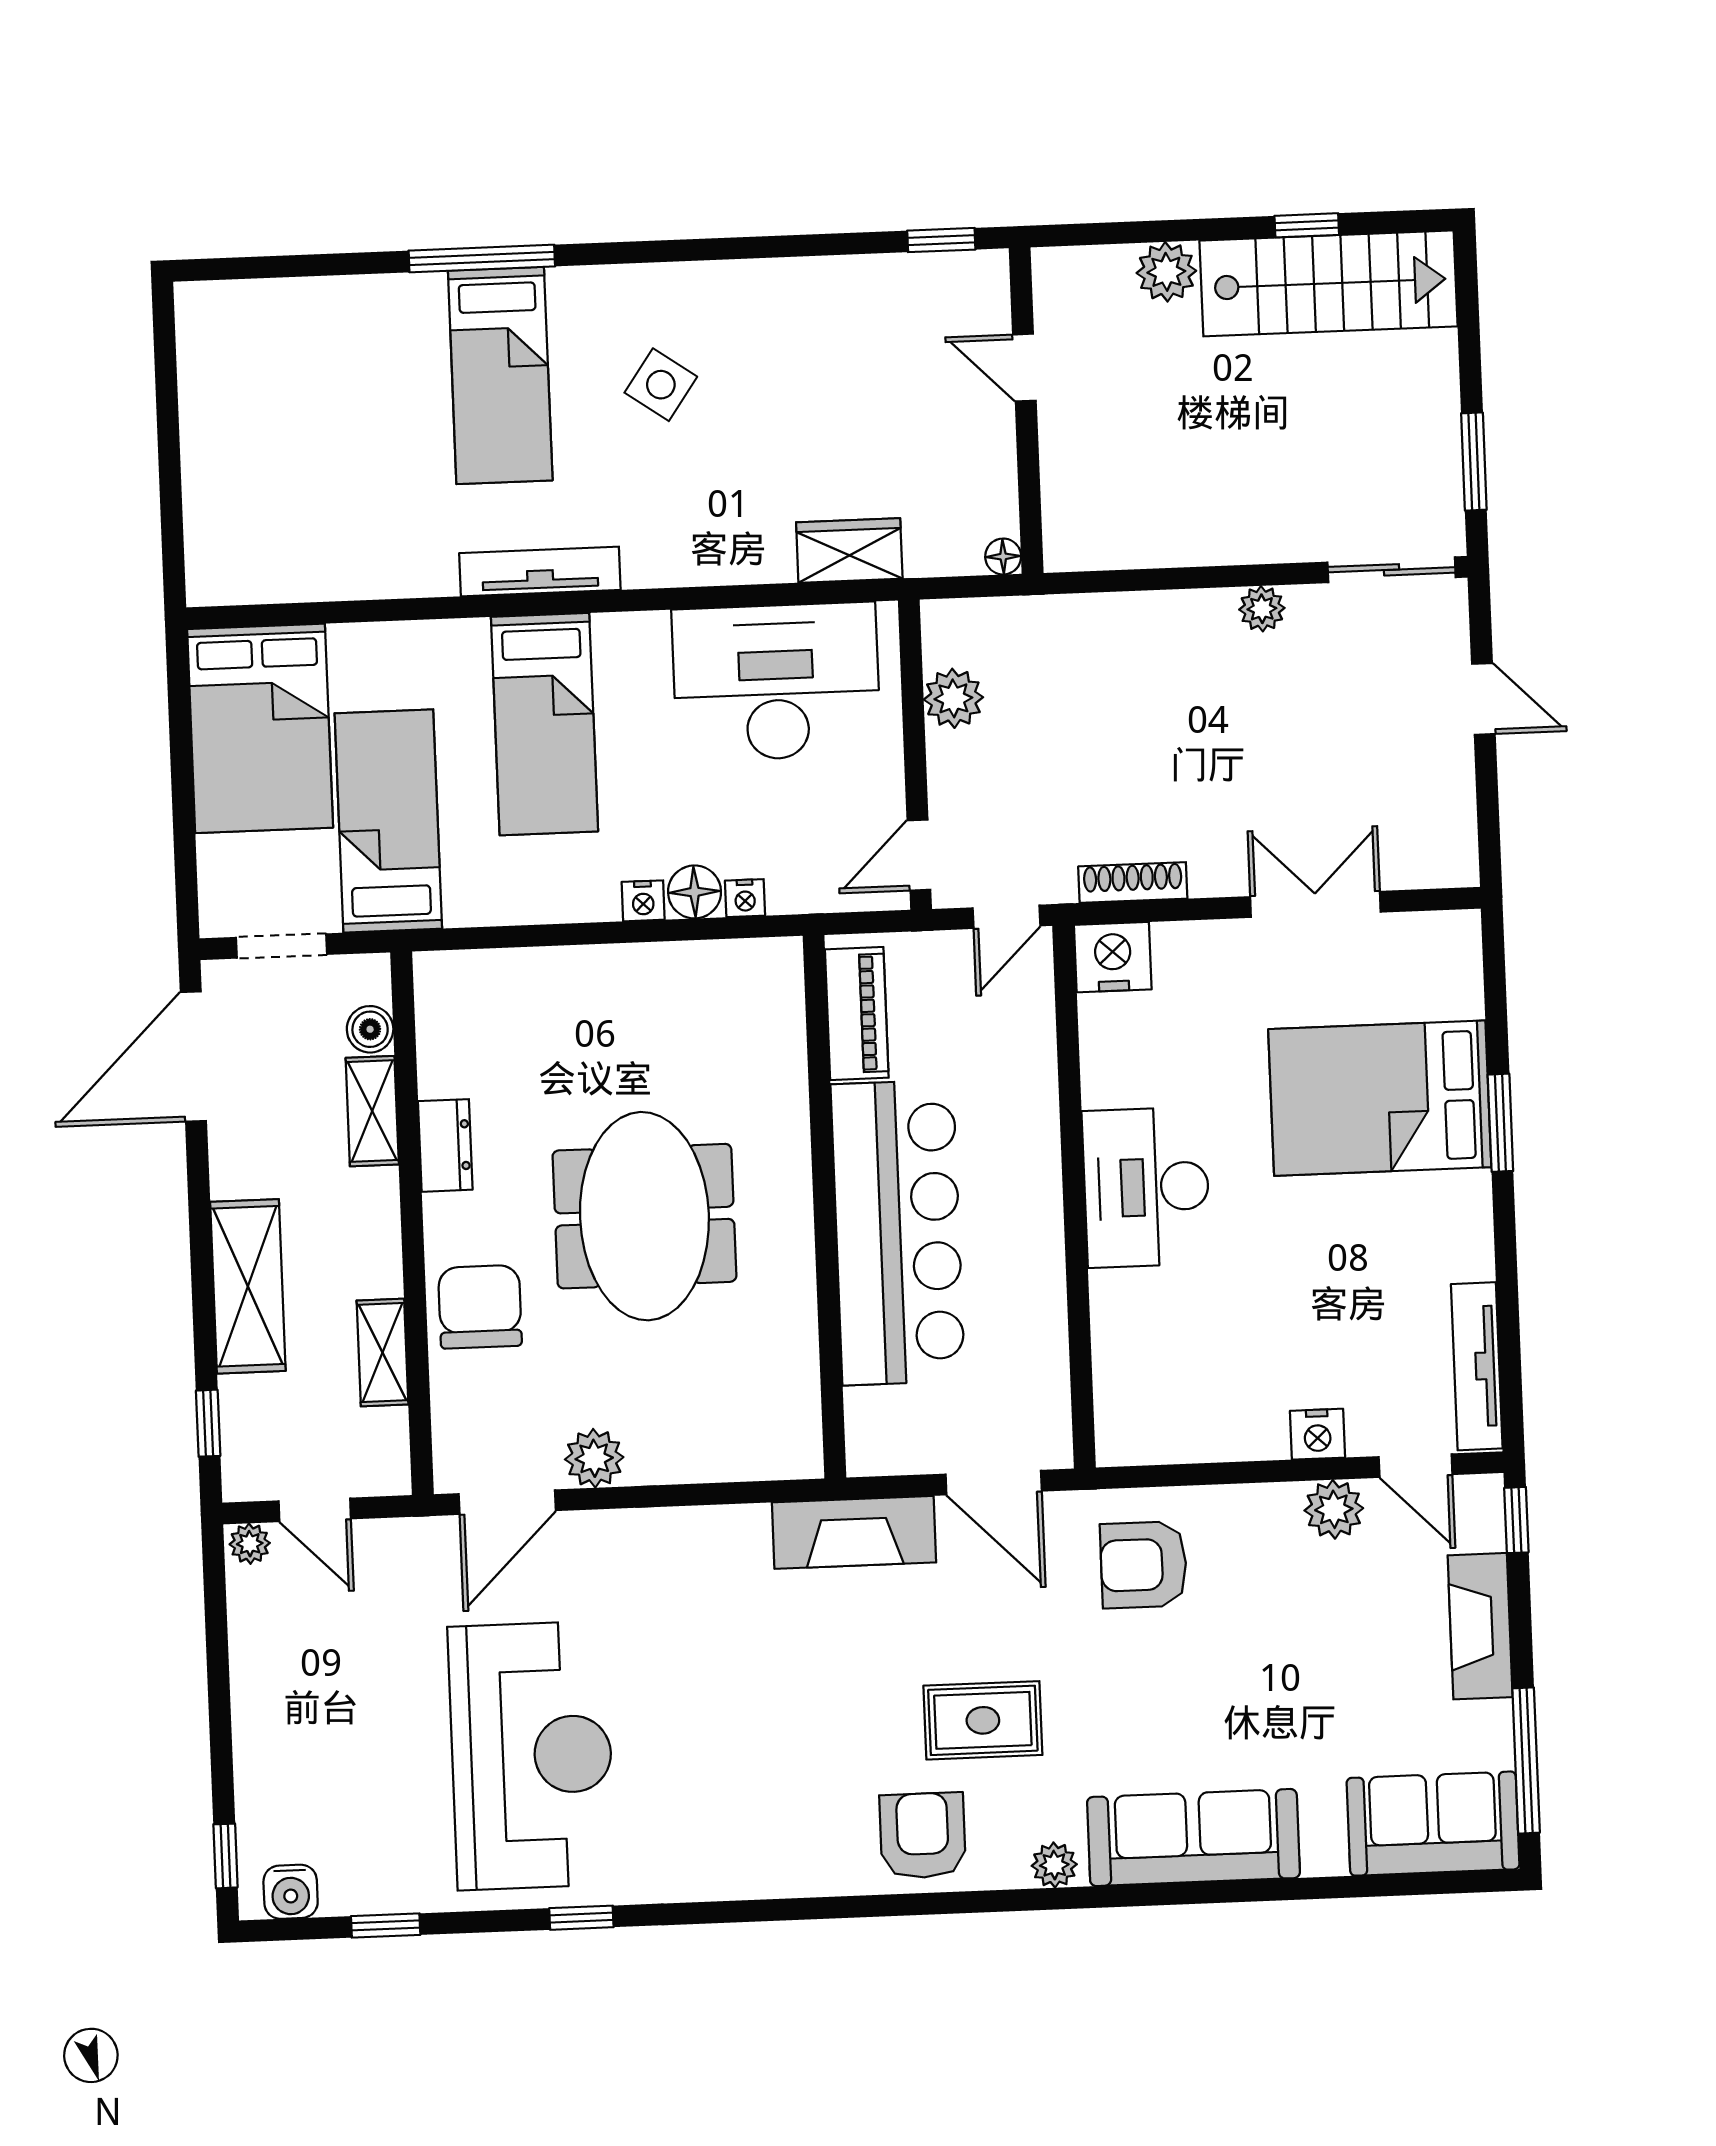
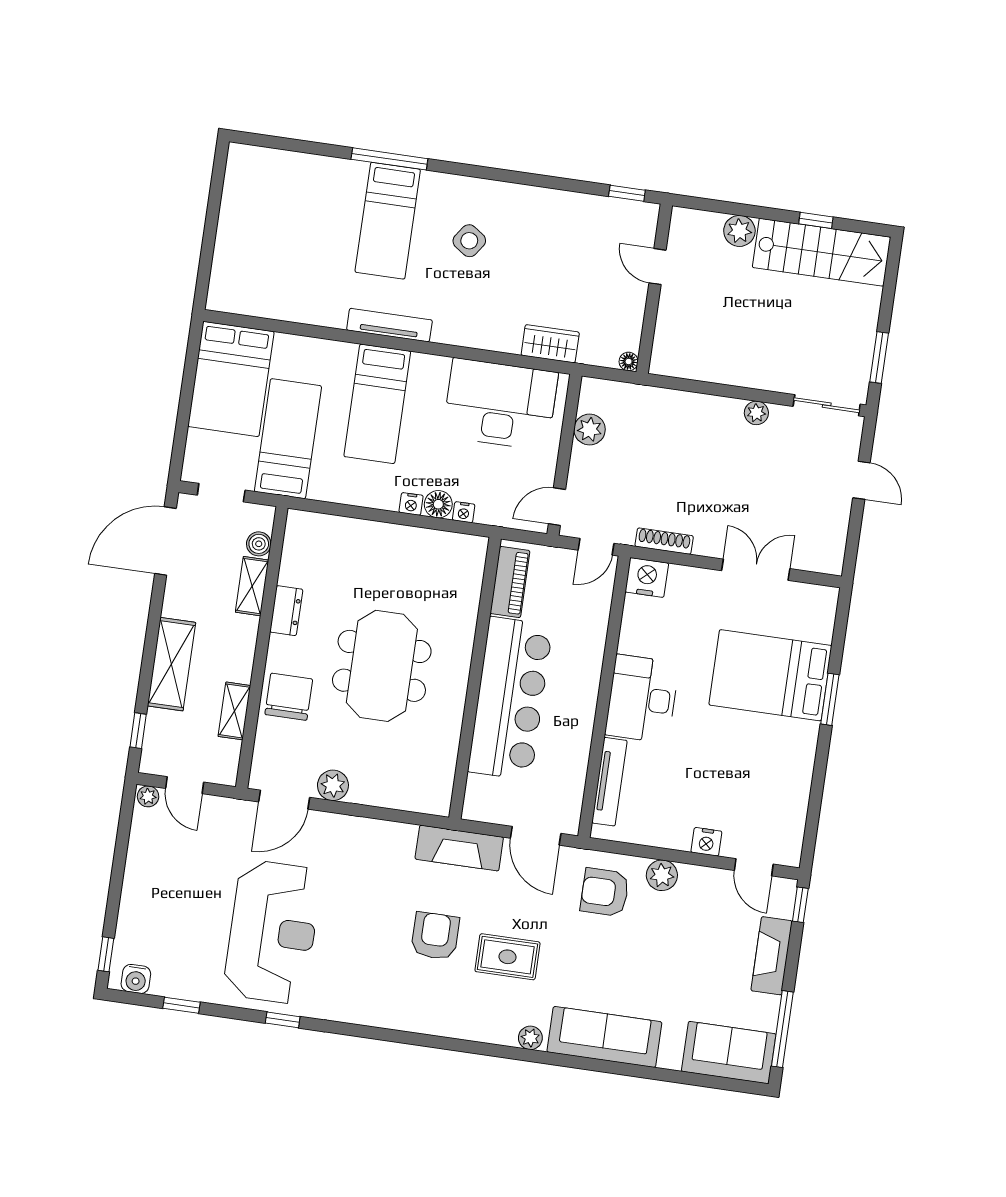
tv unit: (1477, 1366) -> (609, 782), moved, turned 180
plant: (1334, 1509) -> (662, 875), moved
armchair: (923, 1835) -> (435, 936), moved

